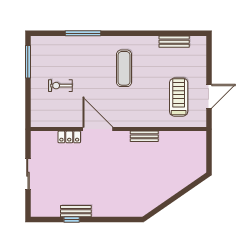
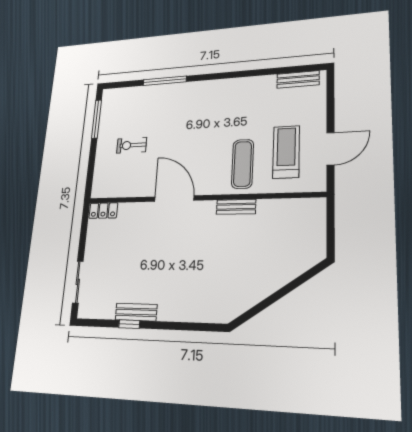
bench: (174, 42) -> (298, 79), moved
exercise mat: (124, 68) -> (243, 164), moved
locker: (69, 137) -> (103, 211), moved
sliding door: (28, 174) -> (78, 282), moved

